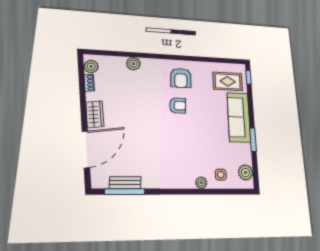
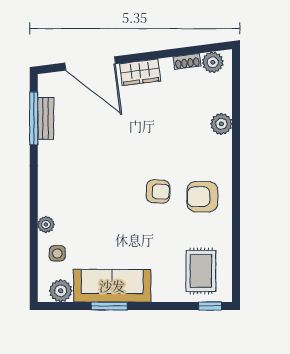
armchair: (178, 106) -> (158, 191), turned -87
sofa: (239, 117) -> (112, 286), moved

